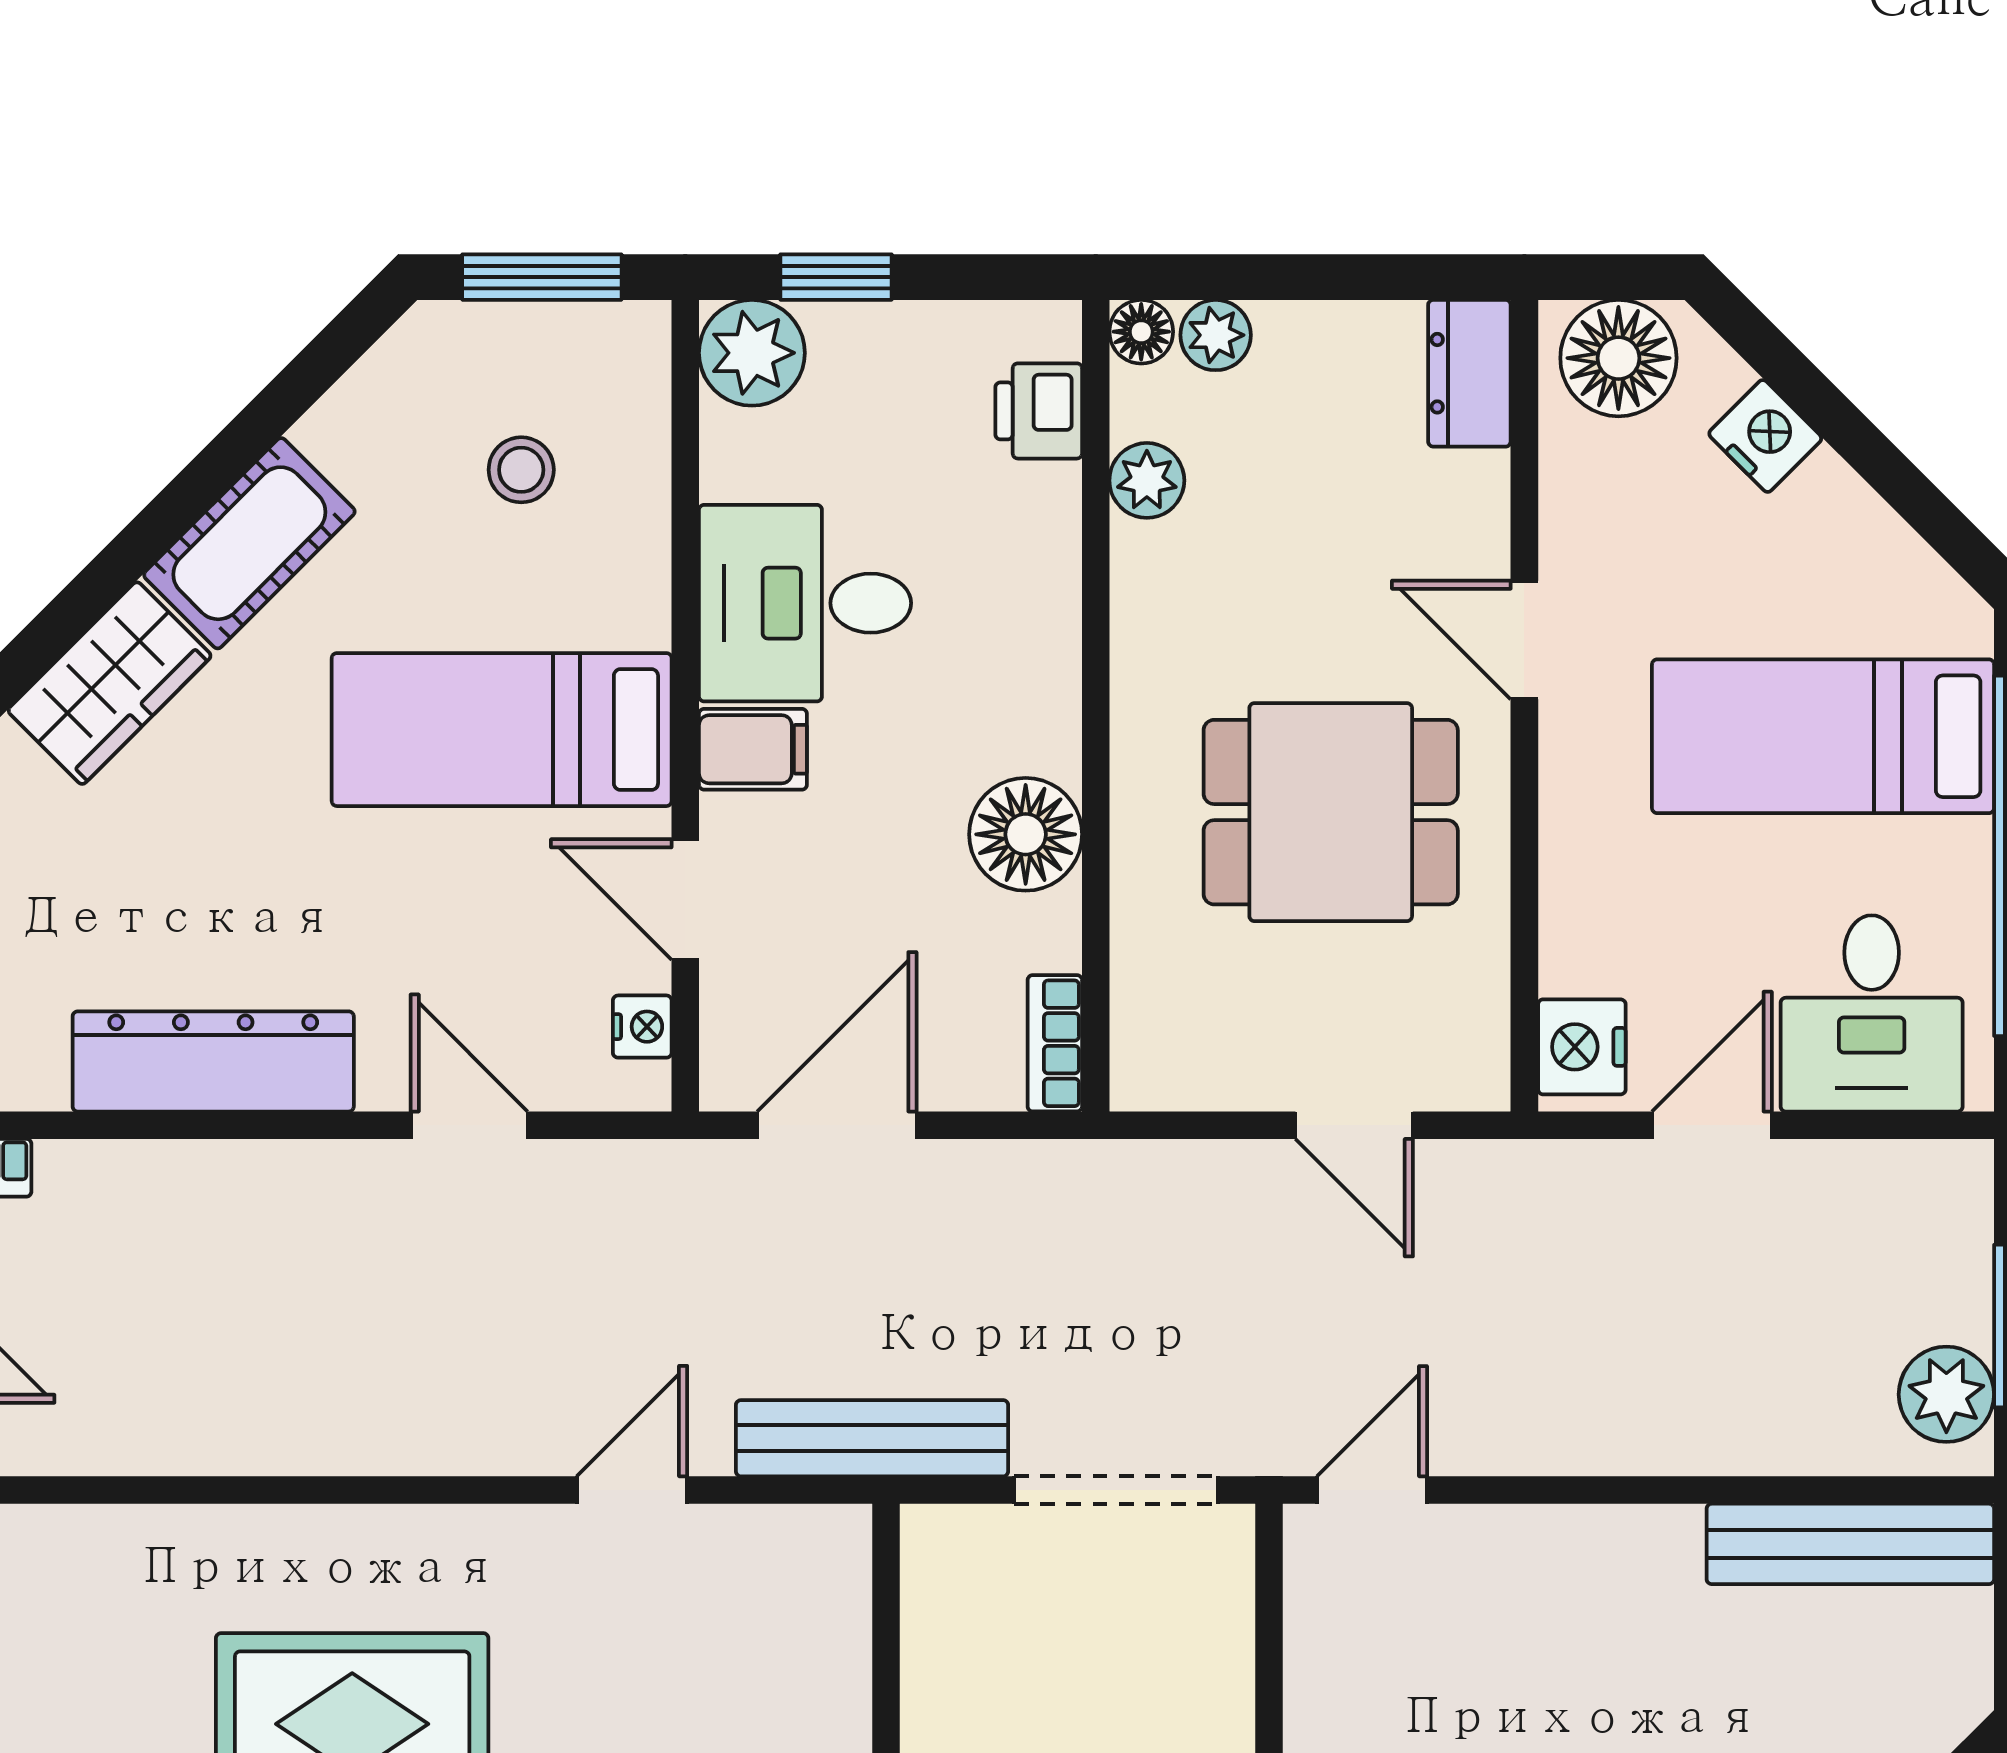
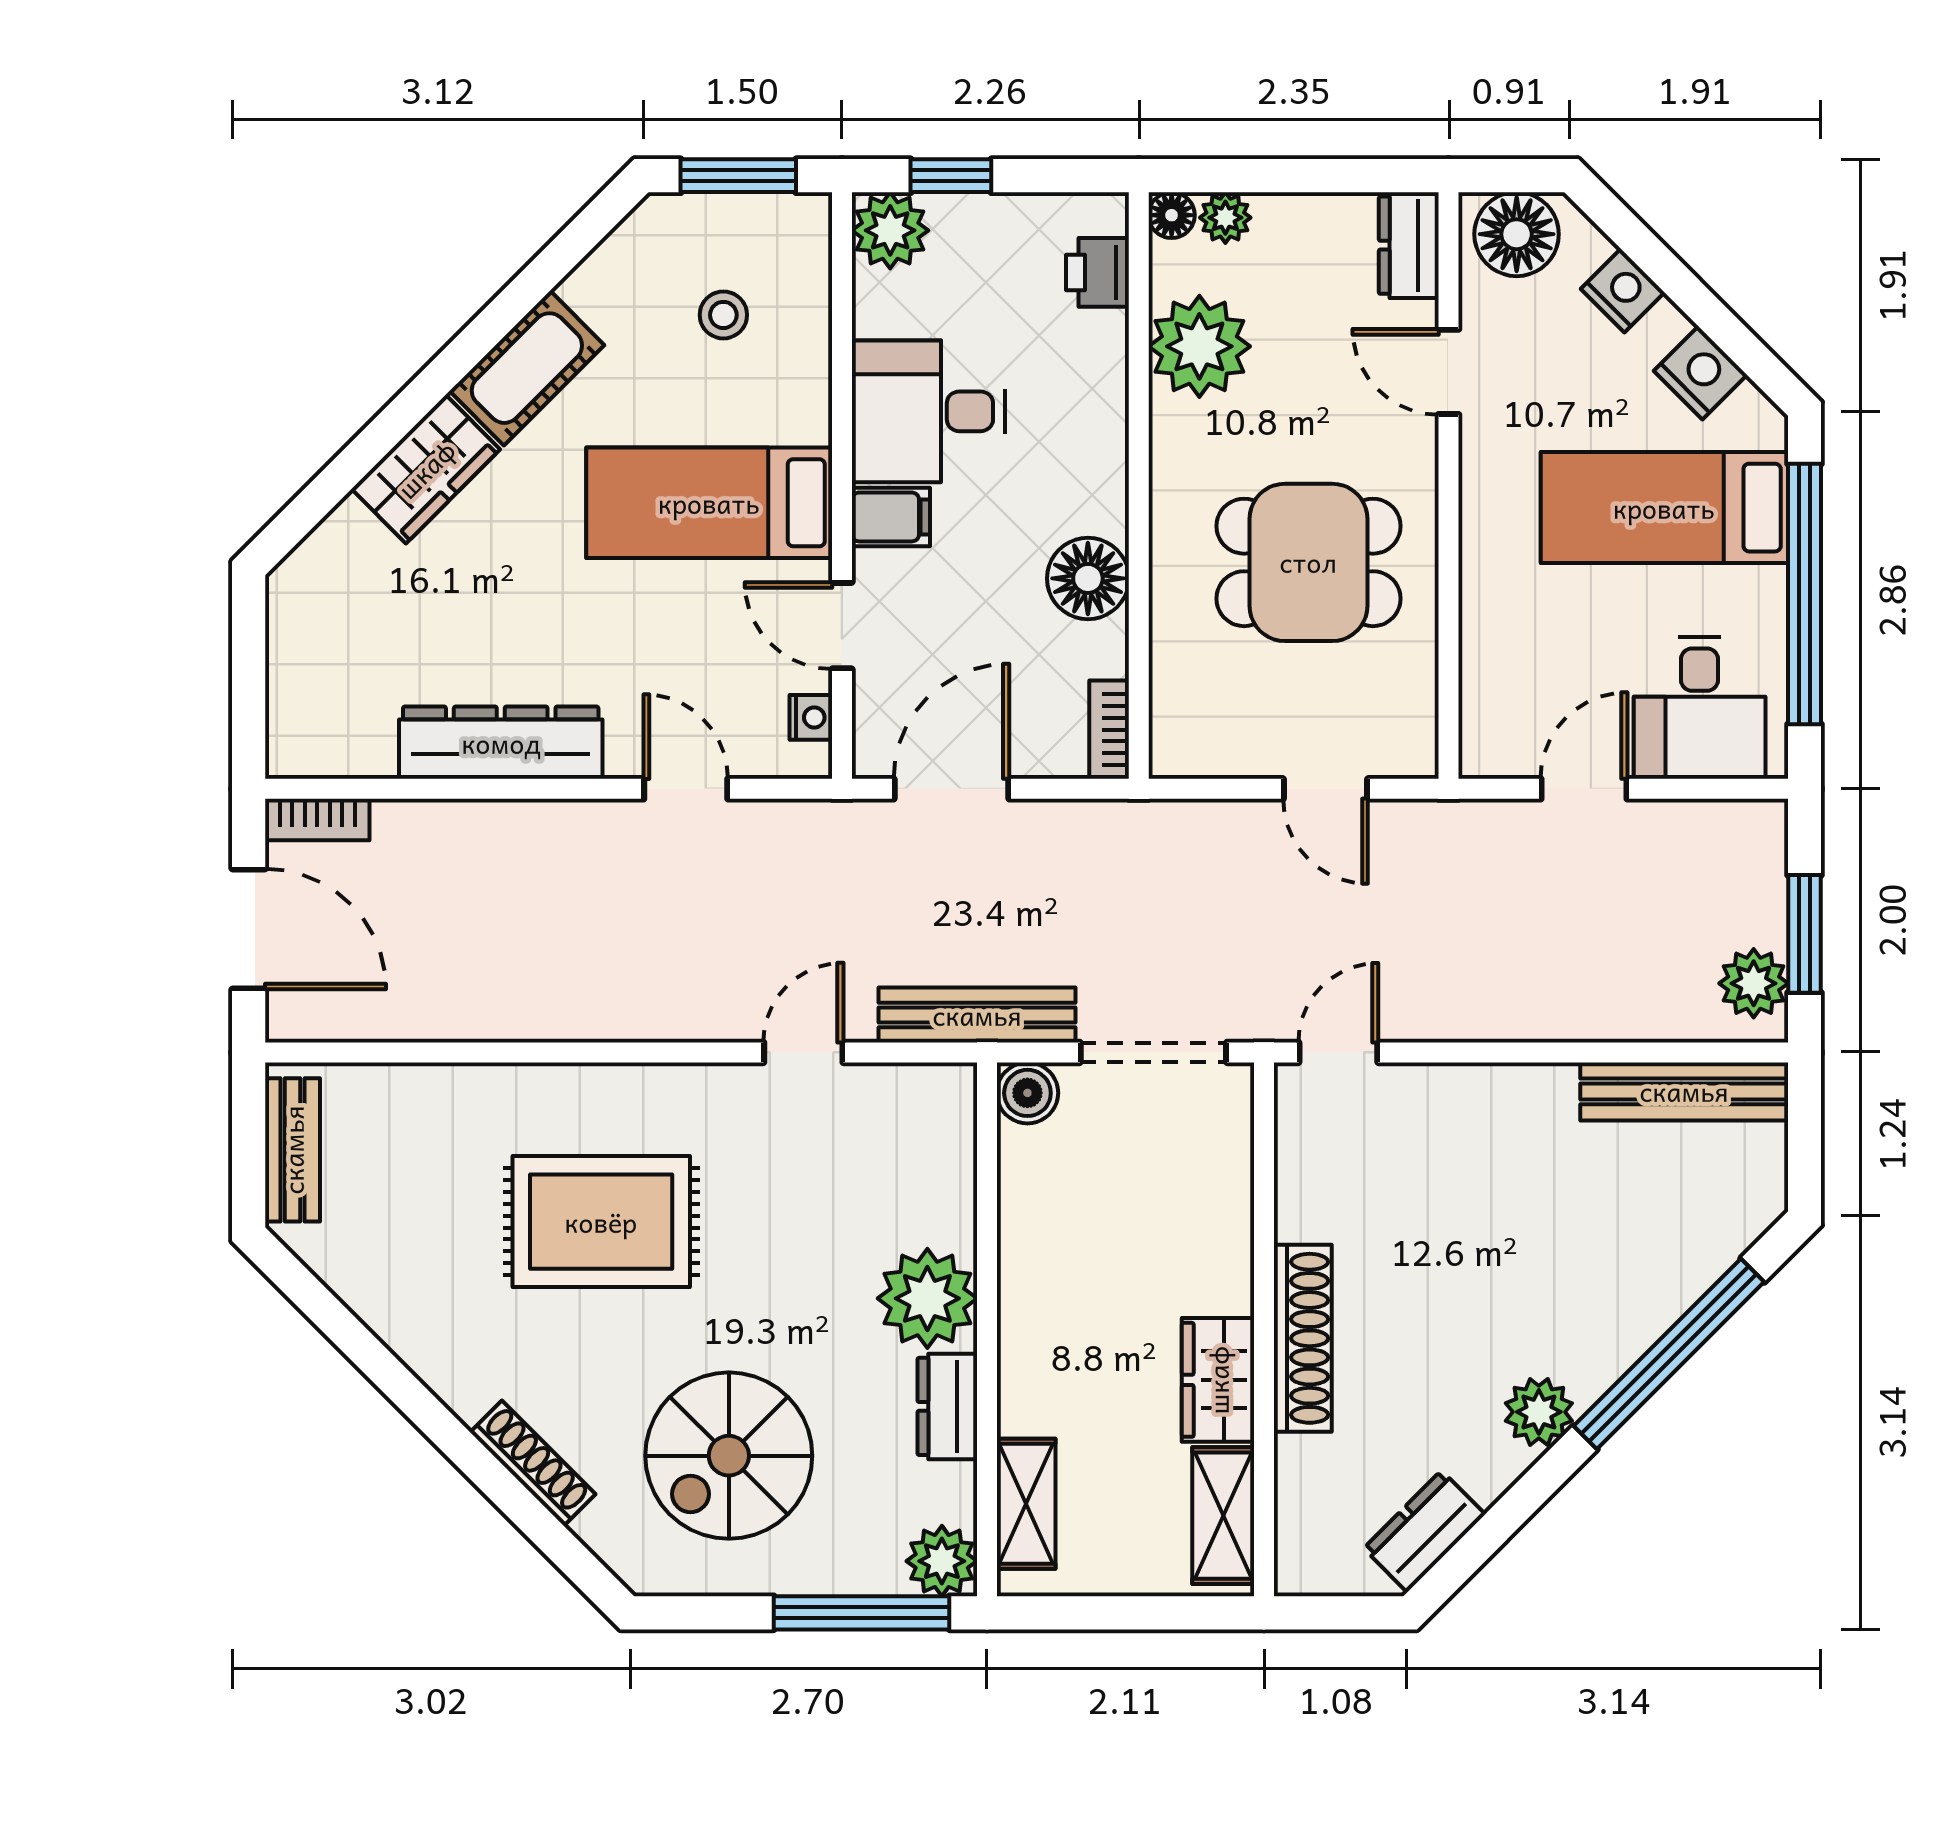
plant: (1147, 480) -> (1199, 346), width x1.87, depth x1.87
door: (1524, 640) -> (1448, 372), moved
nightstand: (1582, 1047) -> (1700, 373), moved, turned 135
boiler: (942, 1546) -> (1027, 1093), added

